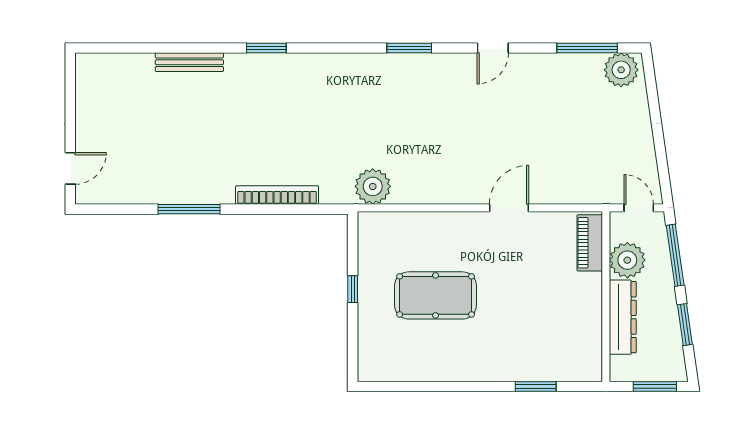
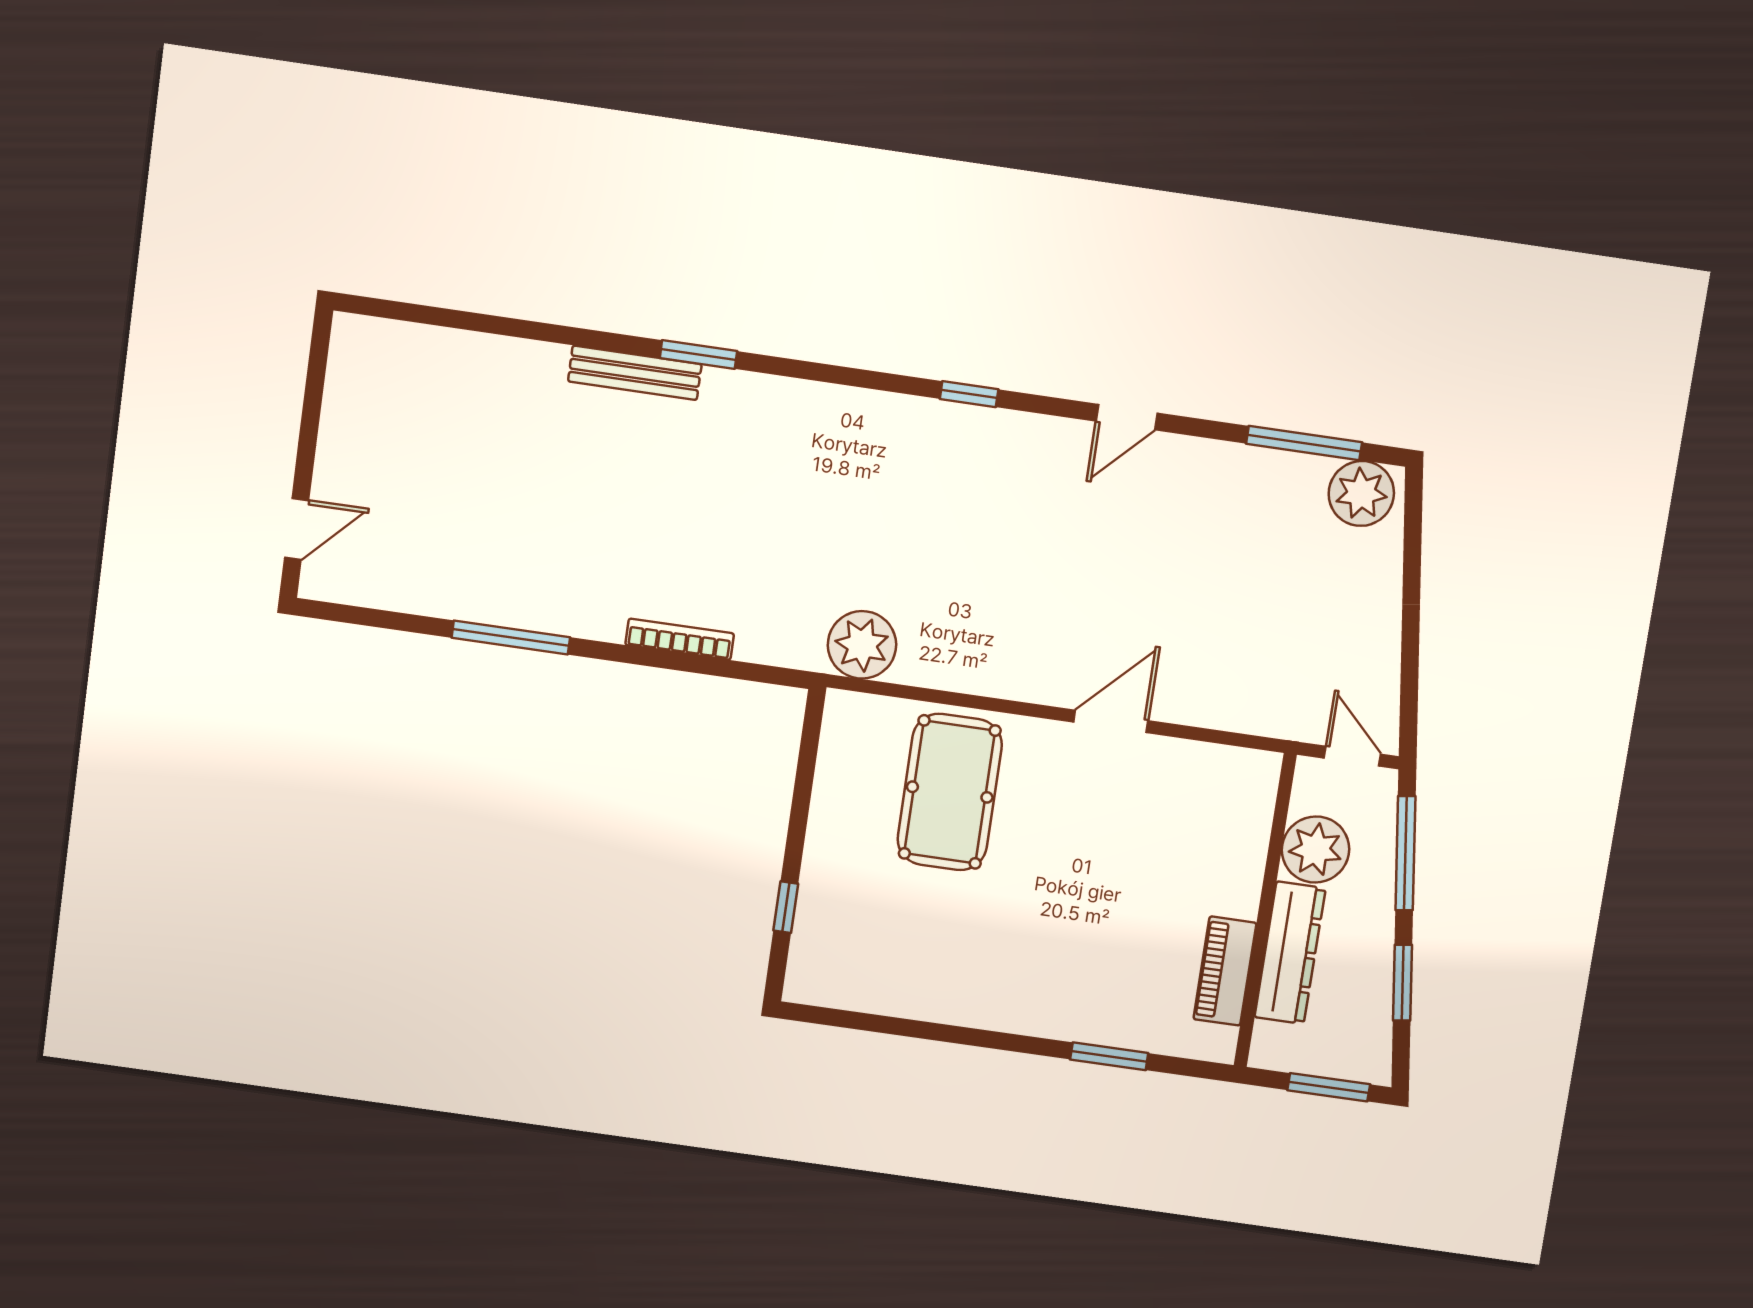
window: (409, 48) -> (969, 394), width x0.67
bench: (189, 62) -> (635, 373), moved
bookcase: (277, 195) -> (680, 639), width x0.68, depth x0.76
piano: (590, 243) -> (1225, 971), moved
window: (353, 289) -> (786, 907), moved
pool table: (436, 295) -> (950, 792), moved, turned 90

